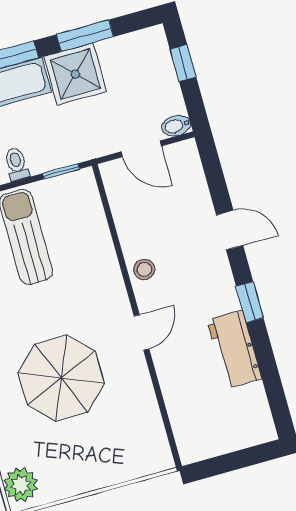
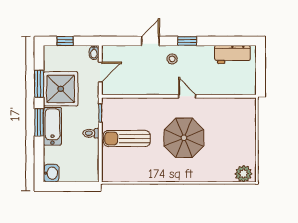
shower: (75, 74) -> (61, 89), width x1.37, depth x1.37
stool: (144, 269) -> (172, 59), moved
workbench: (234, 349) -> (232, 54), moved
parasol: (61, 378) -> (184, 138), moved

